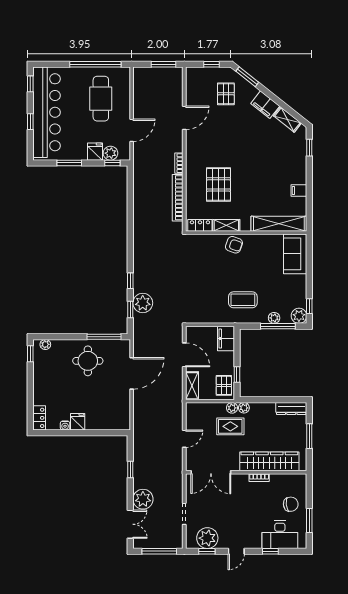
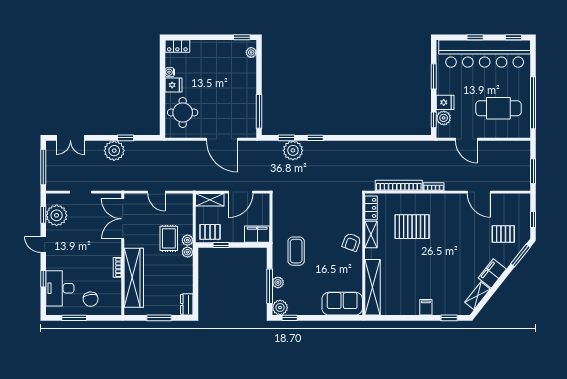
filing cabinet: (299, 190) -> (426, 307), moved
round table: (88, 361) -> (183, 112), moved
dresser: (291, 409) -> (187, 304), width x0.70
plant: (143, 499) -> (114, 151), moved

